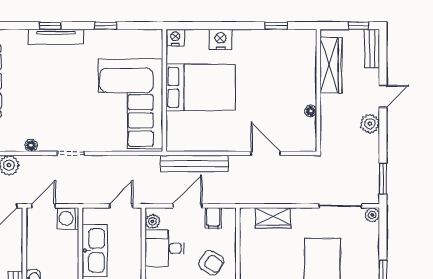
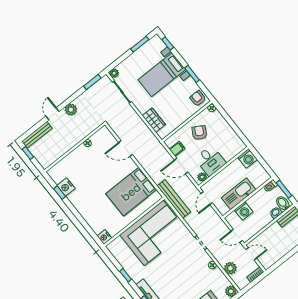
nightstand: (221, 39) -> (66, 187), moved
bench: (372, 48) -> (37, 135), width x1.36
wardrobe: (331, 65) -> (58, 151), removed
bed: (201, 88) -> (131, 192), moved, turned -90
door: (383, 96) -> (53, 114), hinge flipped
door: (266, 153) -> (125, 149), hinge flipped
bench: (194, 163) -> (174, 199), moved
door: (121, 206) -> (207, 198), hinge flipped
washing machine: (68, 218) -> (244, 211), moved

